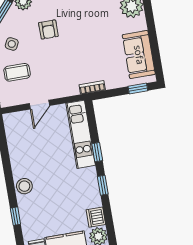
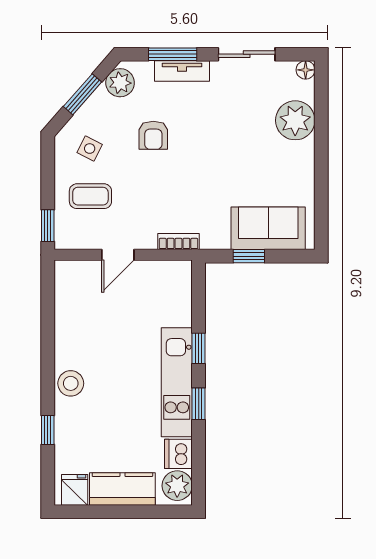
sofa: (139, 55) -> (268, 228), moved, turned 90
bookcase: (92, 87) -> (178, 242), moved
window: (138, 89) -> (249, 256), moved
kitchen unit: (81, 134) -> (177, 382), moved

